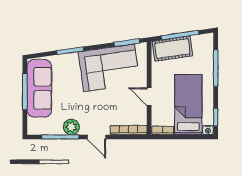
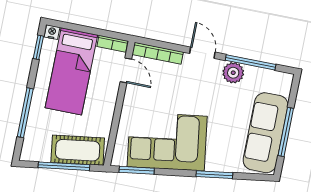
door: (149, 97) -> (126, 70), moved

